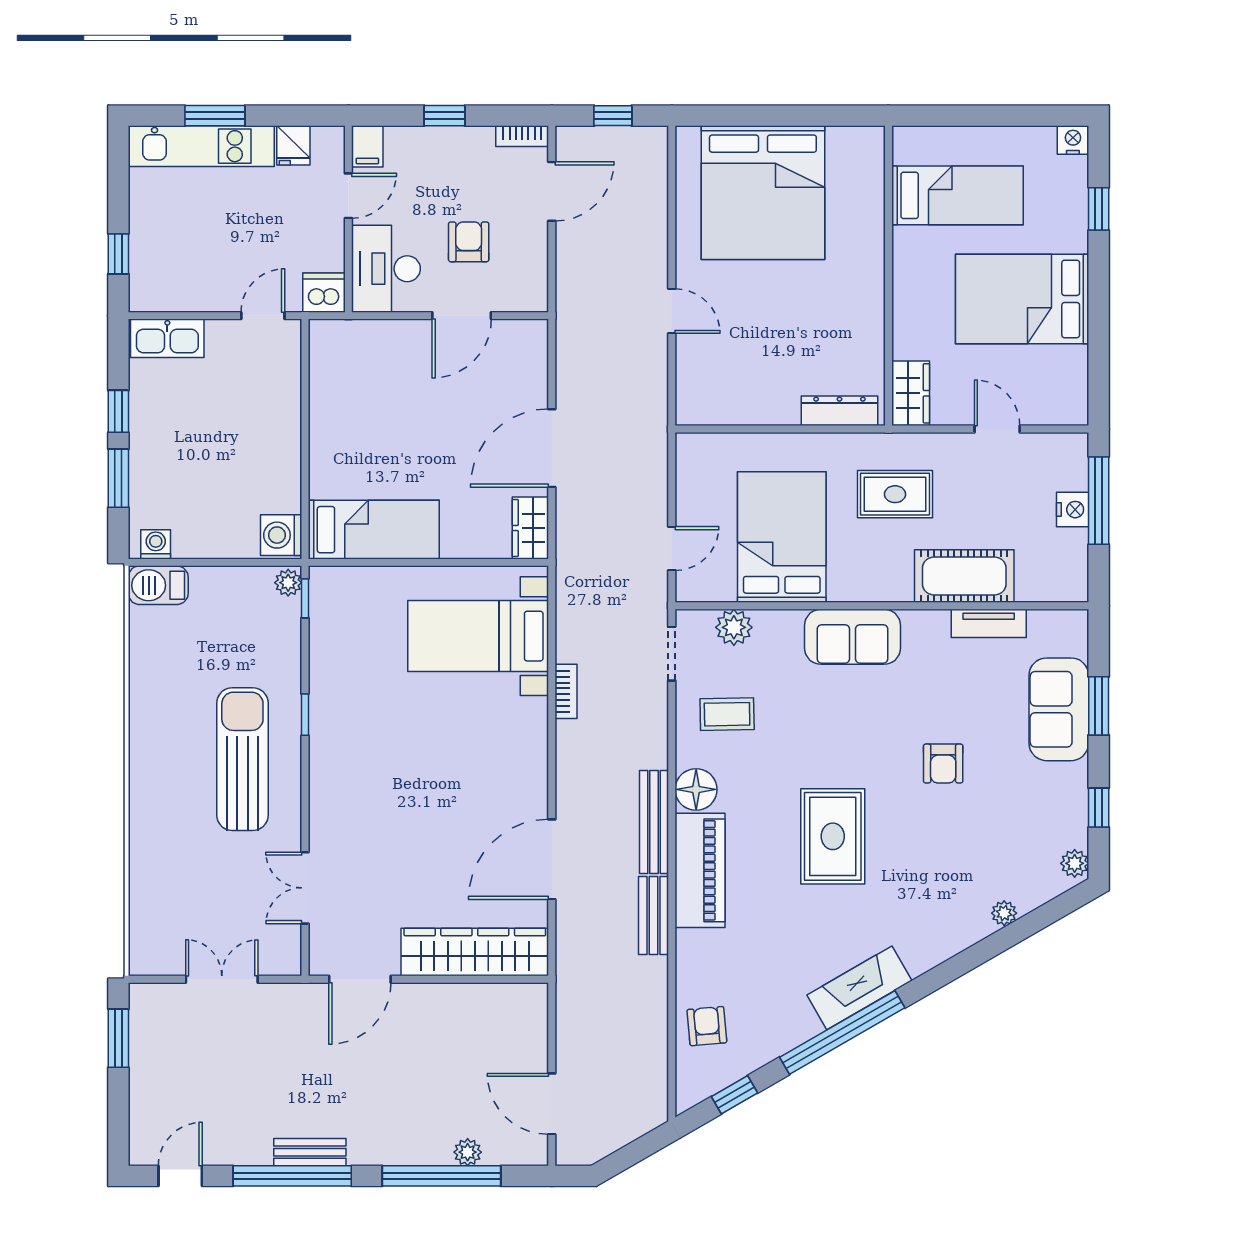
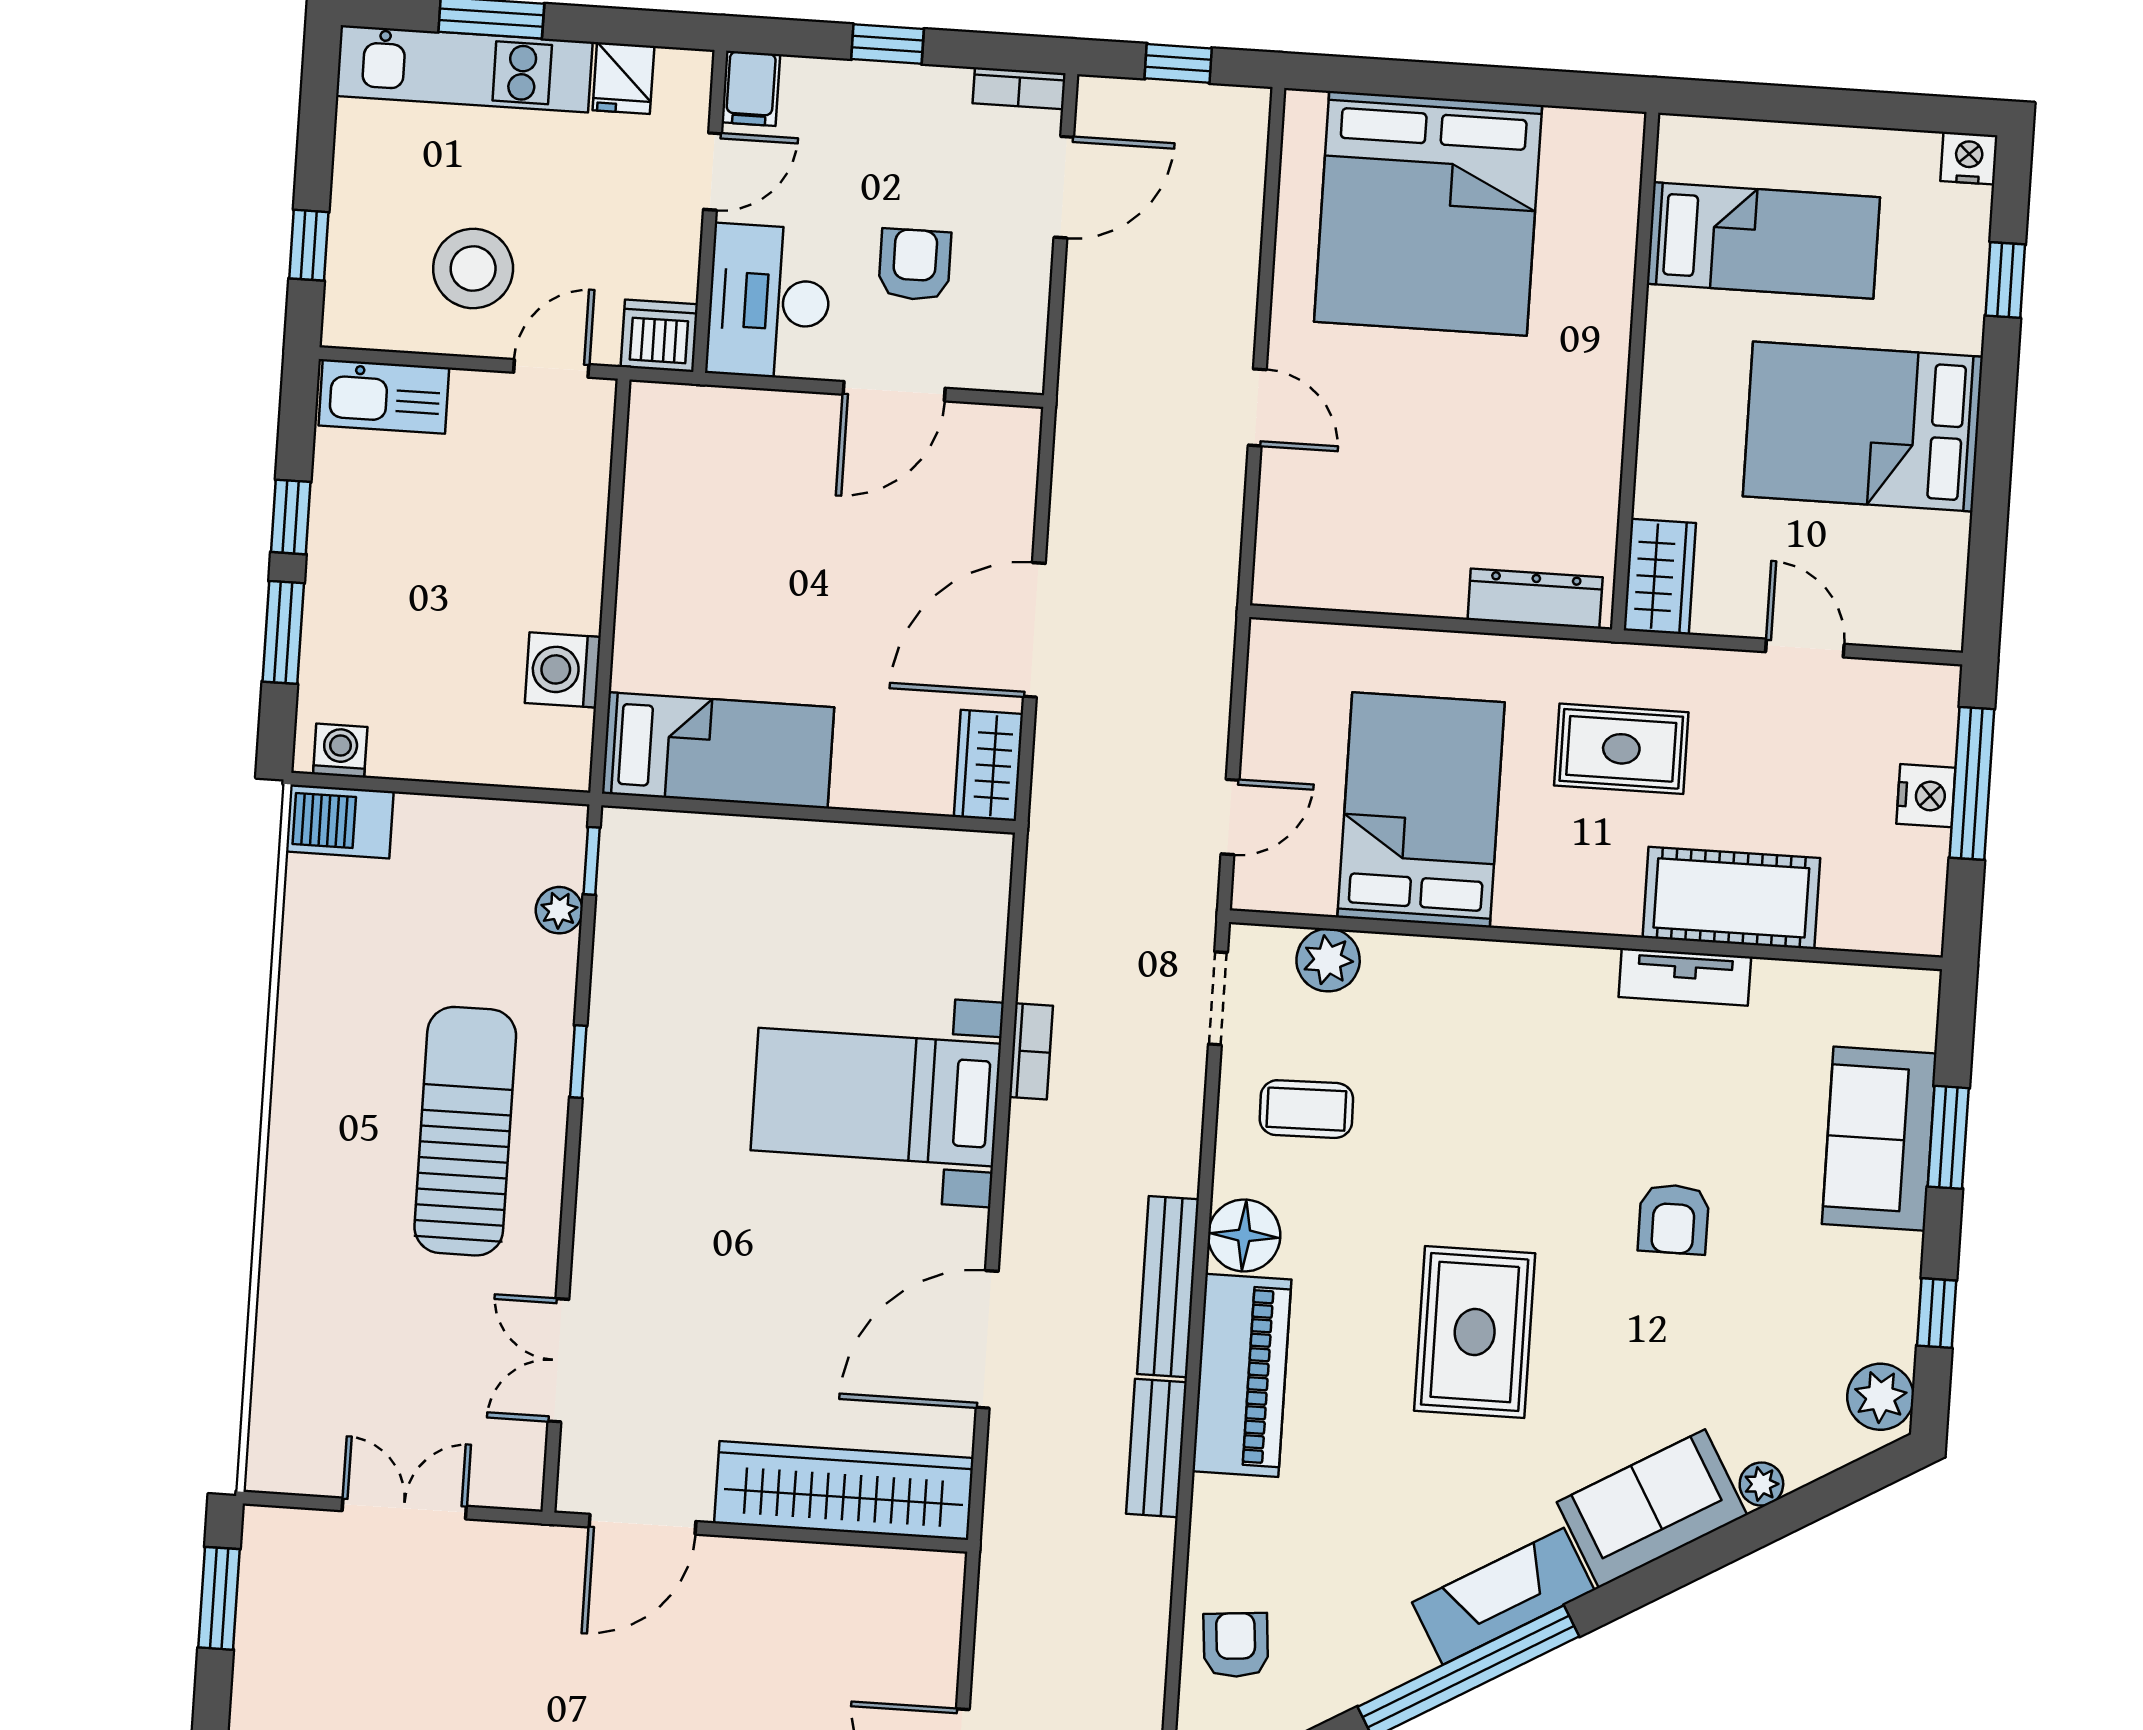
stool: (214, 261) -> (473, 269), added
washing machine: (281, 535) -> (563, 670), moved
plant: (288, 583) -> (559, 910), moved
tv unit: (989, 623) -> (1685, 977), moved
bed with nightstands: (478, 636) -> (876, 1097), moved
sofa: (853, 637) -> (1652, 1509), moved, turned 150
plant: (1075, 863) -> (1880, 1397), width x1.38, depth x1.38

